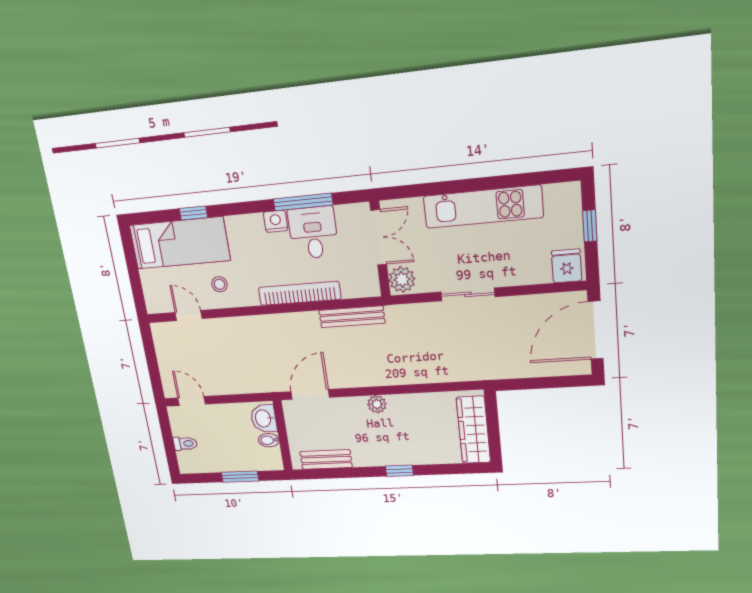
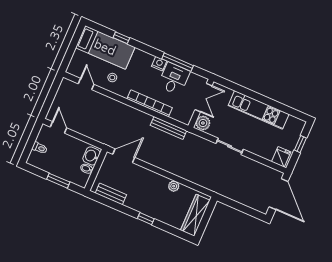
door: (596, 330) -> (279, 194), swing flipped
plant: (377, 404) -> (174, 186), moved

